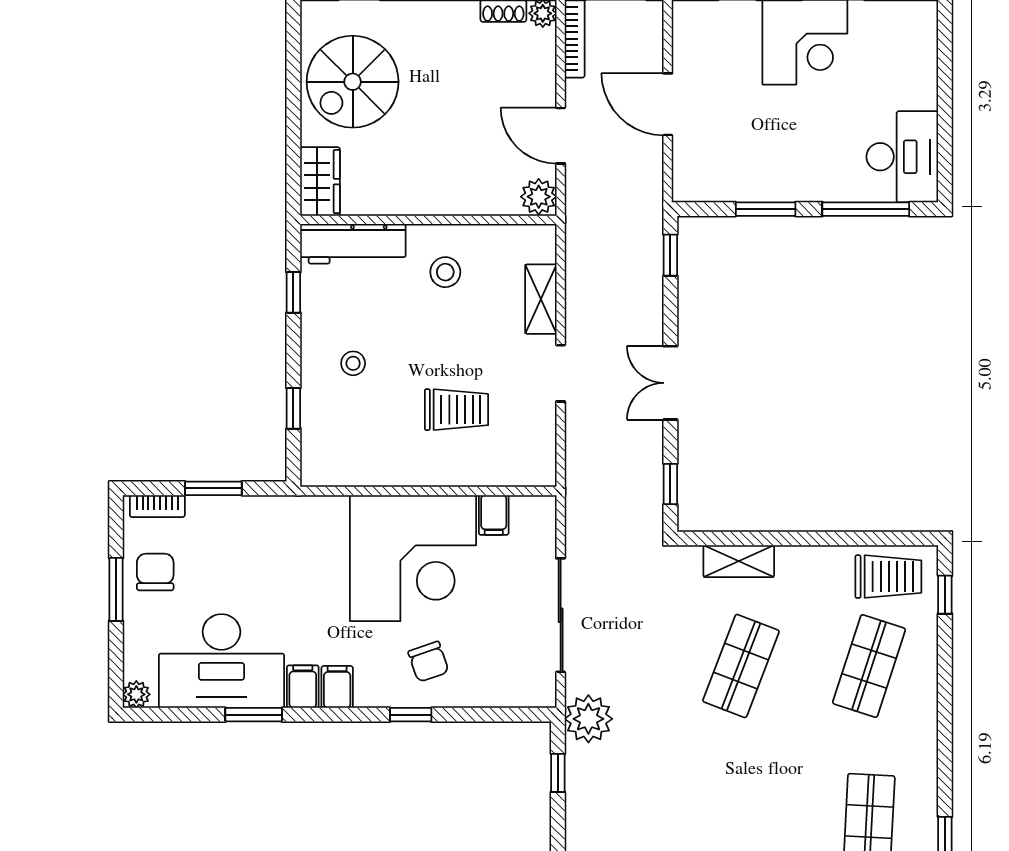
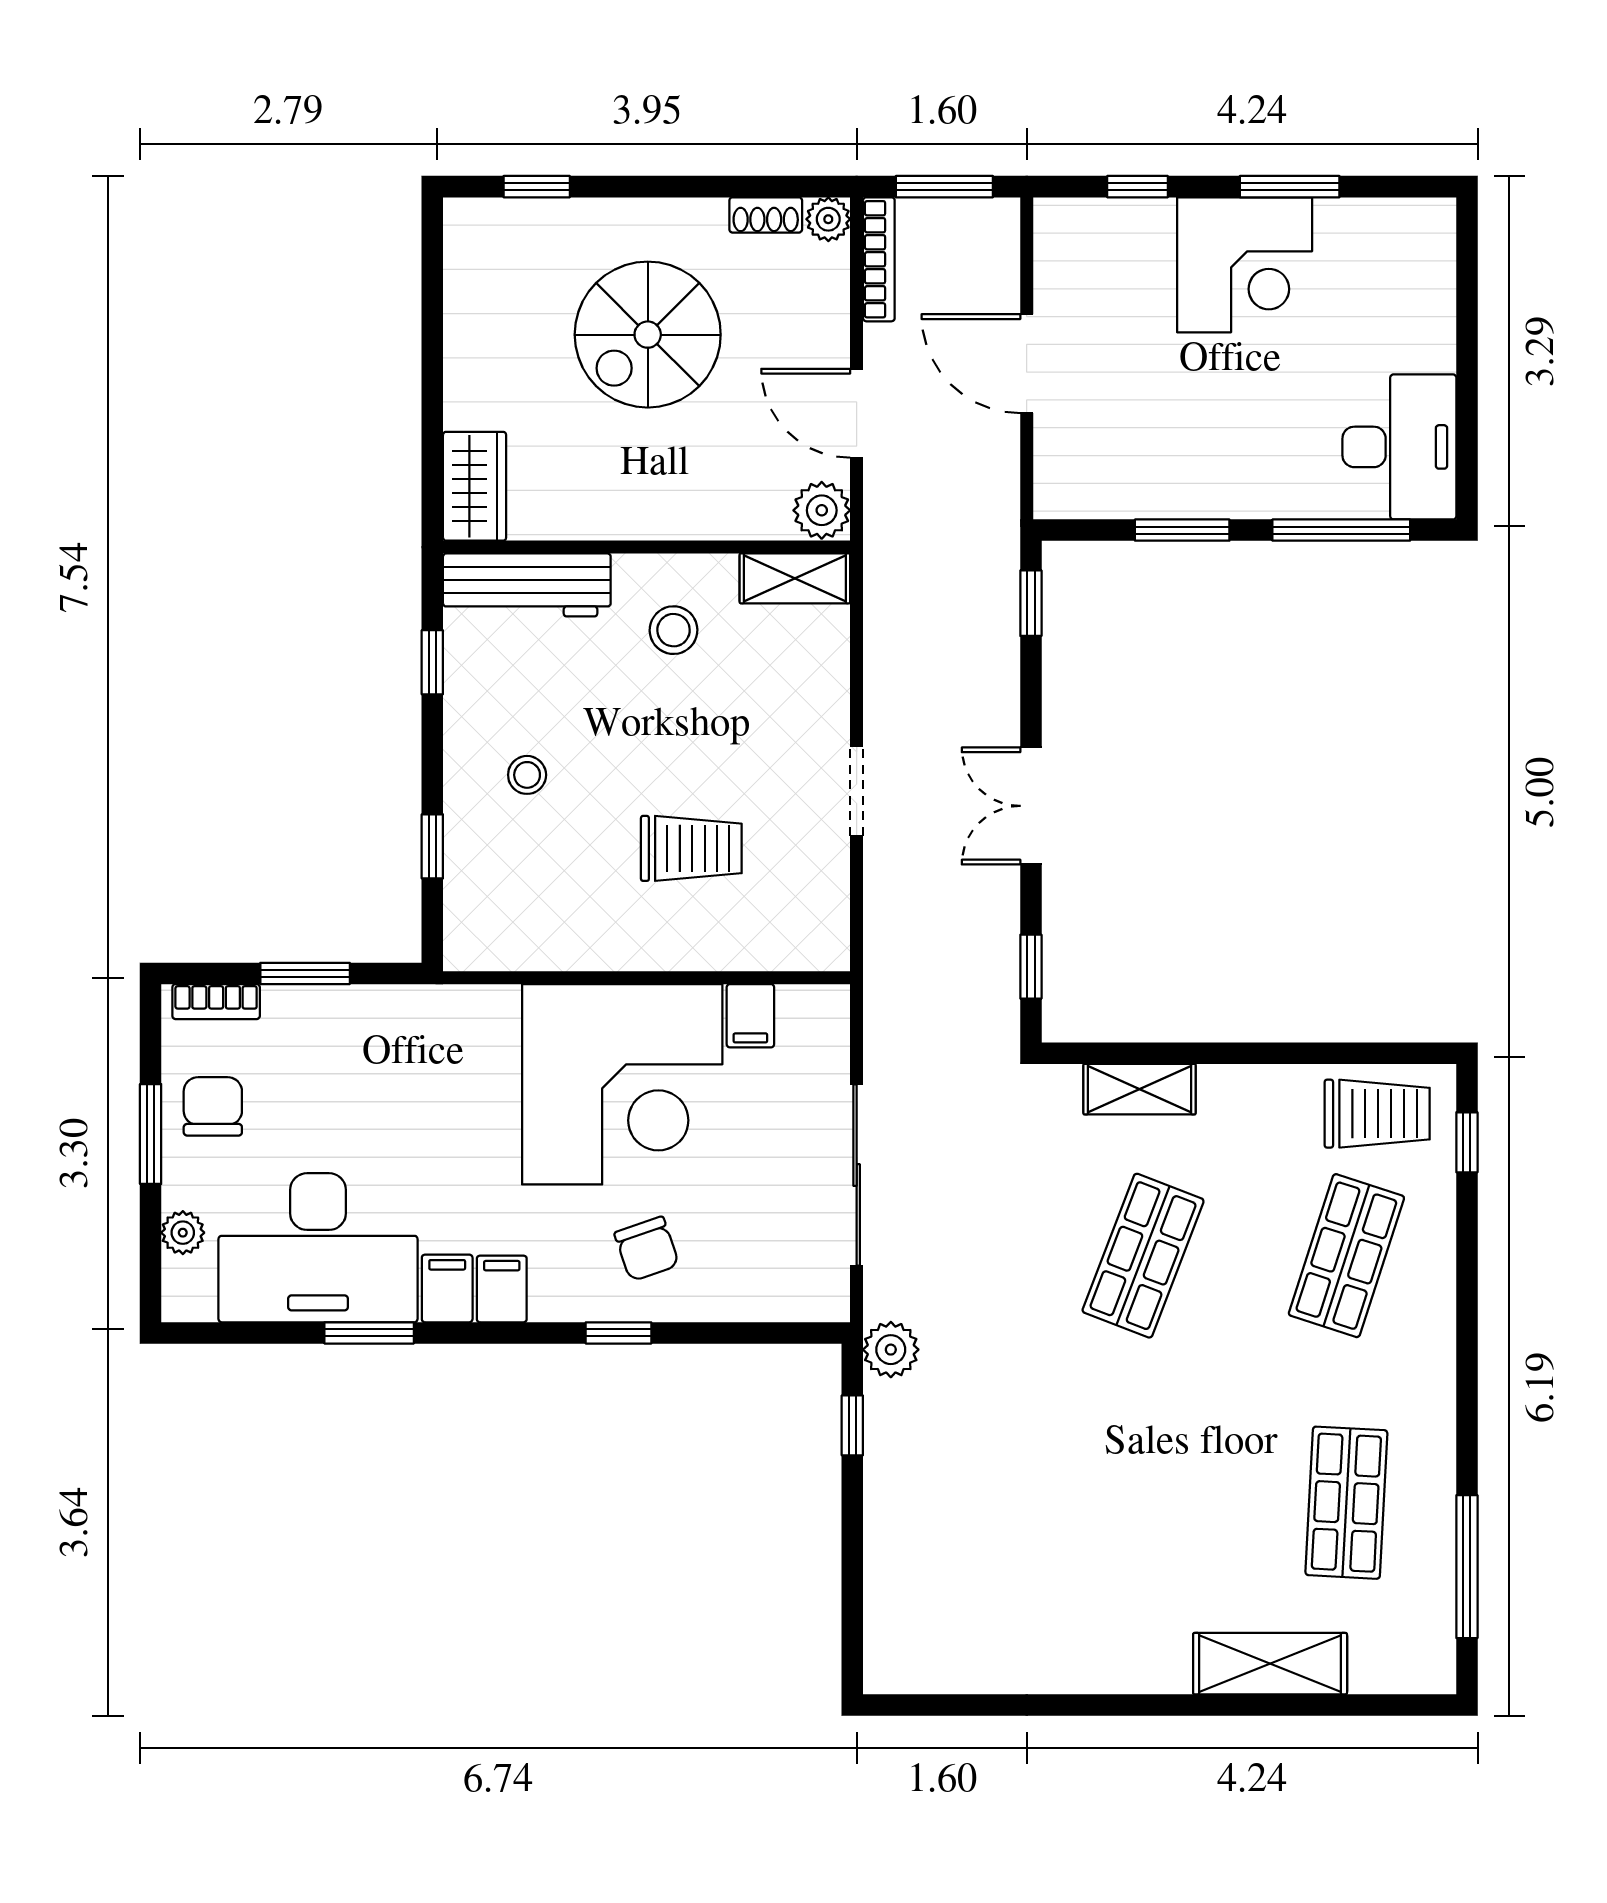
spiral stairs: (353, 82) -> (648, 335), moved
shelving: (541, 299) -> (795, 578), moved, turned 90
plant: (136, 694) -> (183, 1233), moved
plant: (588, 719) -> (891, 1350), width x0.73, depth x0.73

